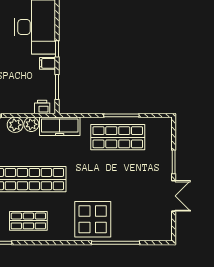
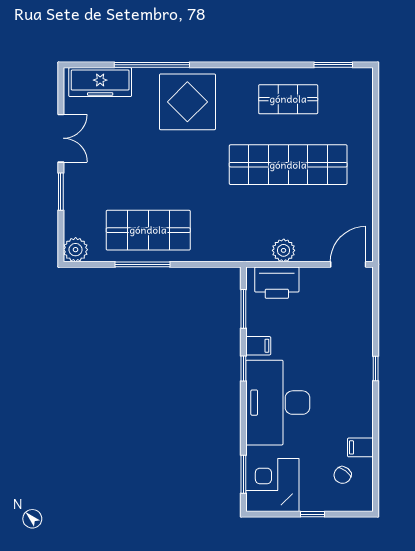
printer: (42, 107) -> (277, 283), width x1.87, depth x1.48
plant: (15, 125) -> (76, 250), moved
freezer: (60, 126) -> (100, 82), moved, turned 180
double door: (174, 196) -> (61, 138), swing flipped

